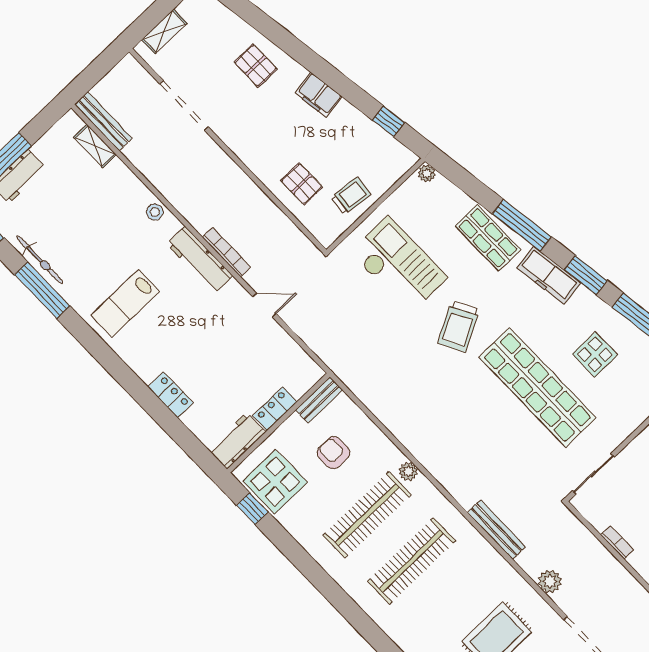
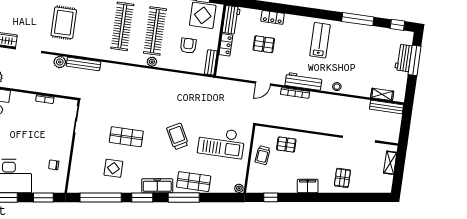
pallet: (256, 66) -> (342, 178), turned 90
bicycle: (40, 260) -> (368, 31), removed
pallet: (216, 364) -> (264, 44), added
shop shelf: (537, 387) -> (126, 137), width x0.50, depth x0.74
armchair: (334, 453) -> (188, 46), turned -90
bench: (496, 530) -> (83, 64), moved

